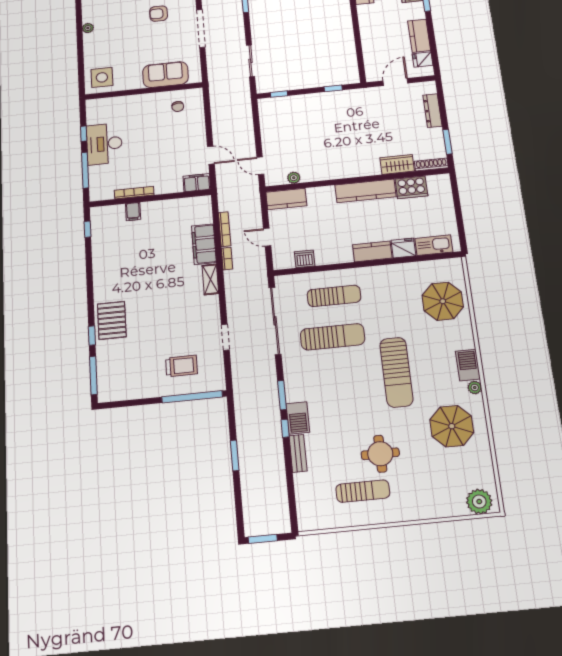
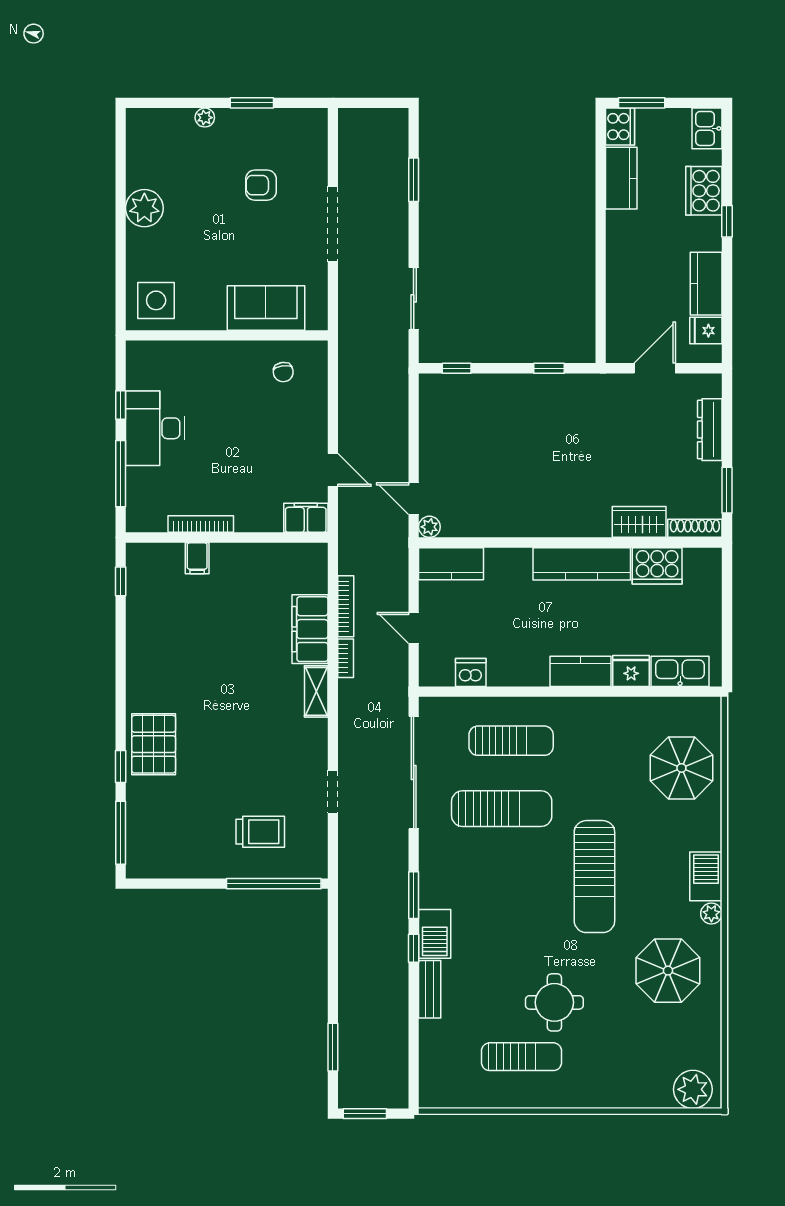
plant: (88, 28) -> (144, 208), width x1.88, depth x1.88
plant: (294, 178) -> (429, 527), moved
window: (235, 455) -> (333, 1047), moved

